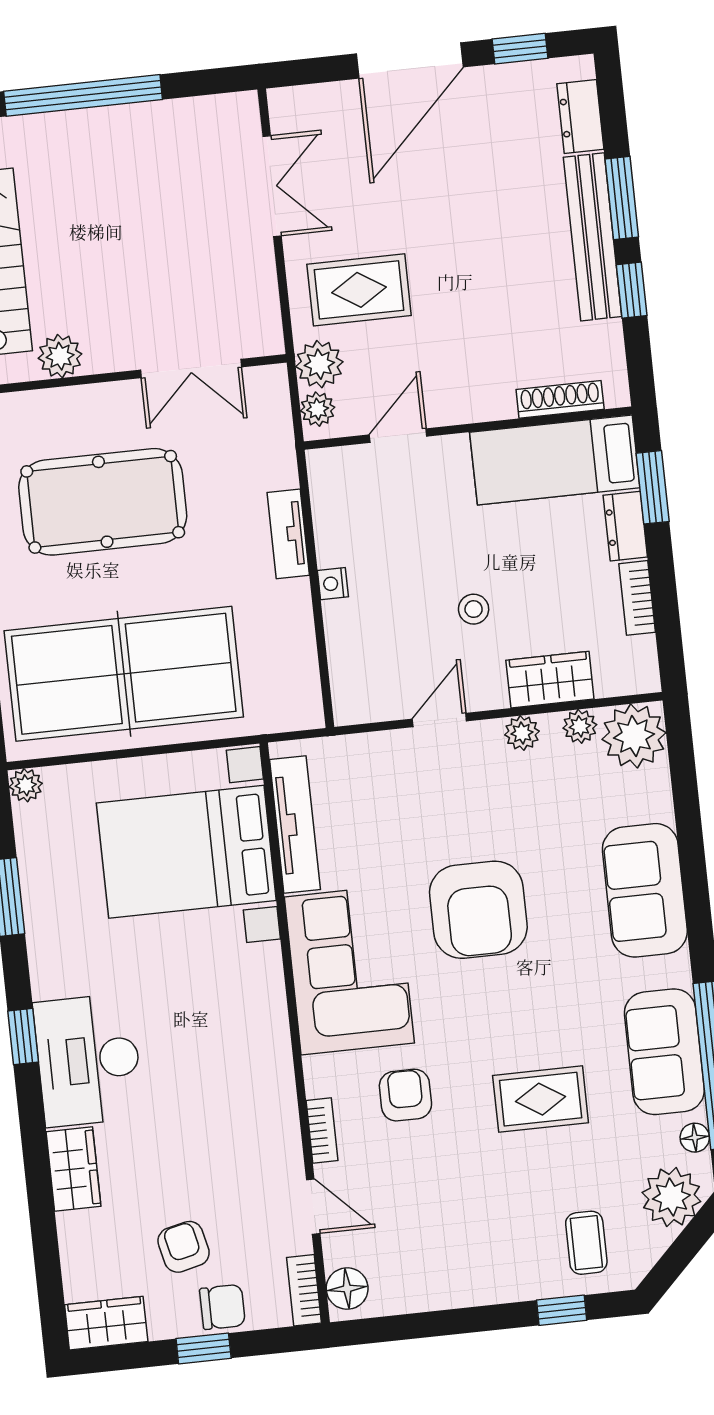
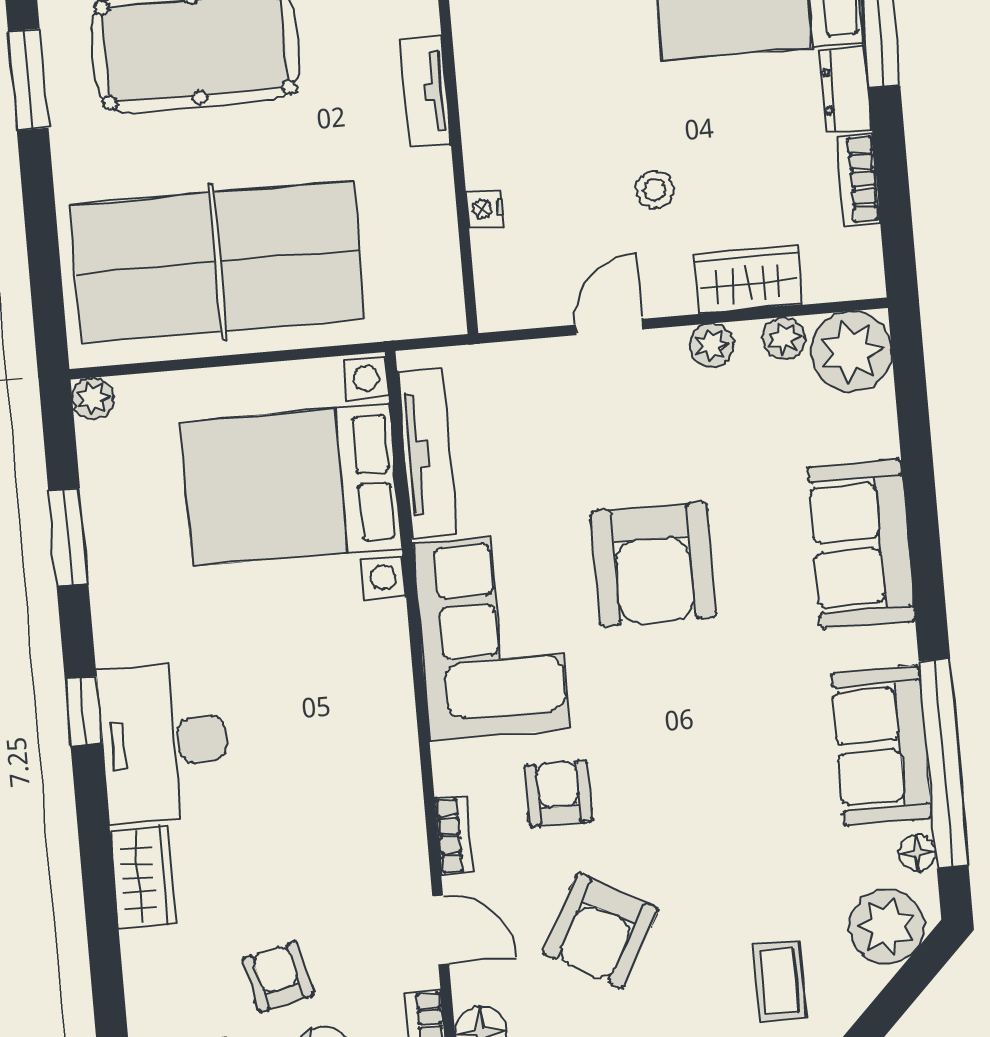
nightstand: (333, 584) -> (485, 209), moved
rug: (541, 1099) -> (726, 801), removed
armchair: (442, 1205) -> (600, 931), added

